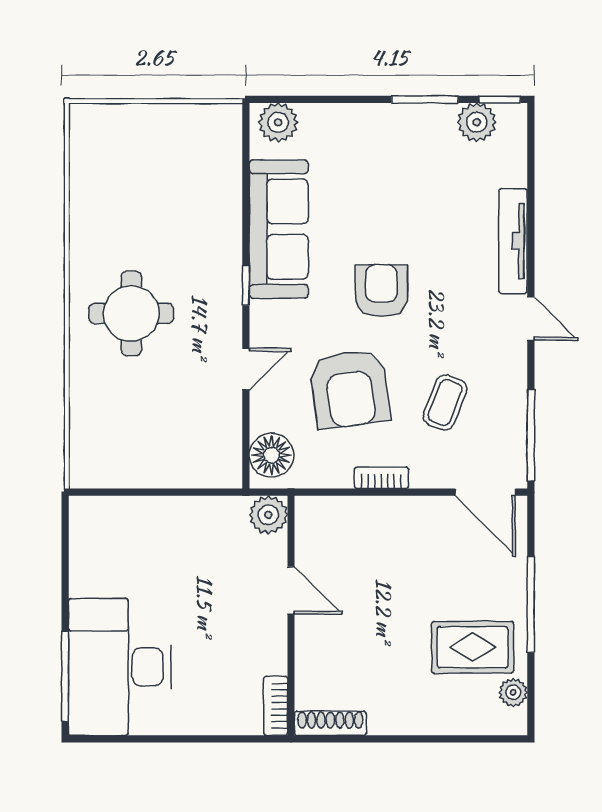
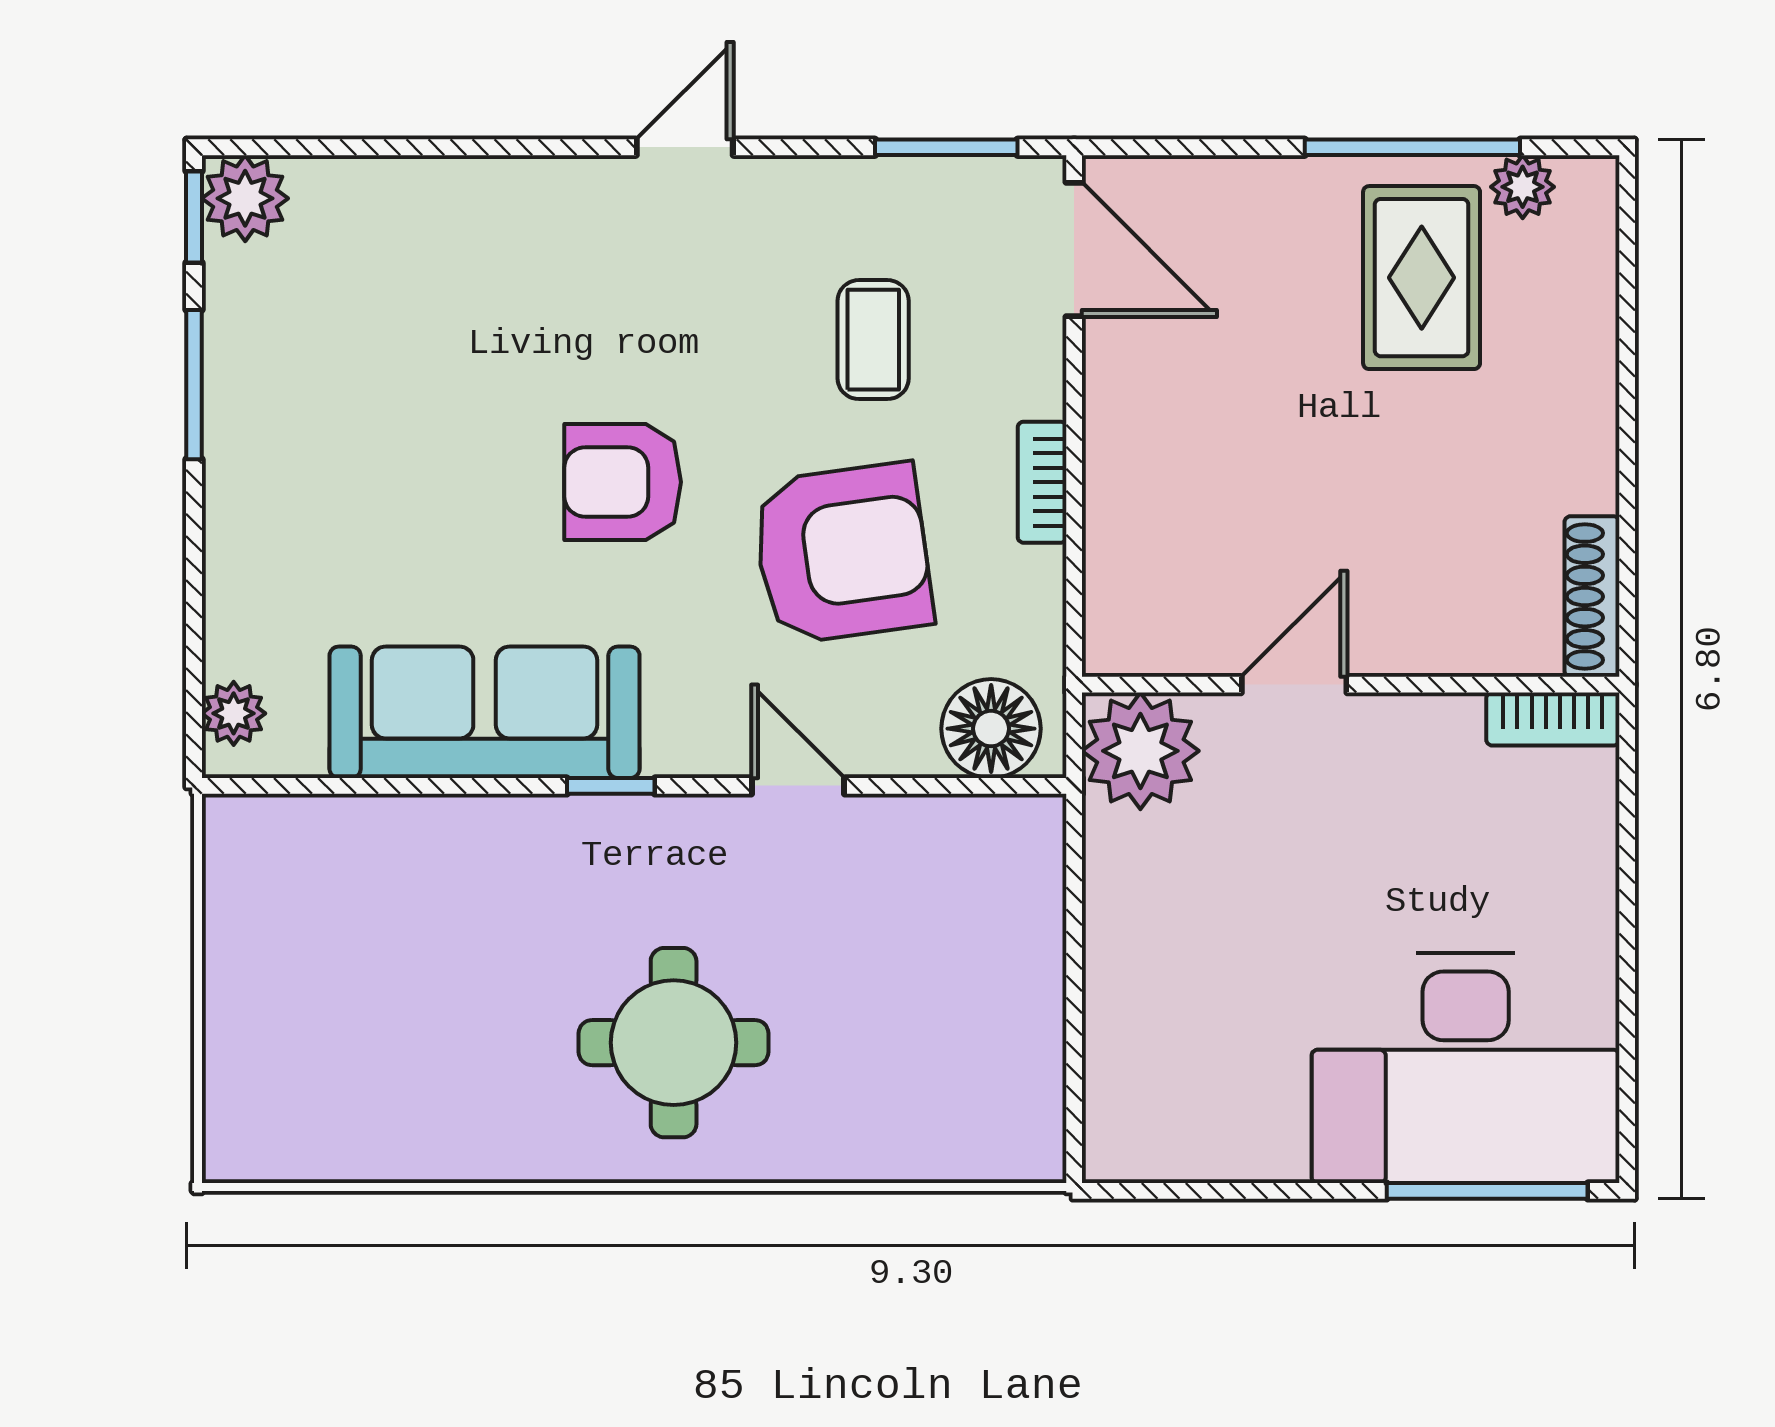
plant: (278, 122) -> (234, 713), width x0.73, depth x0.73
plant: (477, 122) -> (245, 198), moved
tv unit: (513, 241) -> (511, 187), removed
coffee table: (445, 403) -> (873, 340), turned 68
window: (531, 435) -> (946, 147), width x0.69
door: (485, 492) -> (1074, 249), hinge flipped
plant: (268, 515) -> (1140, 751), width x1.36, depth x1.36
window: (531, 604) -> (1412, 147), moved

